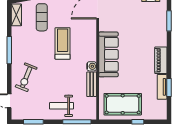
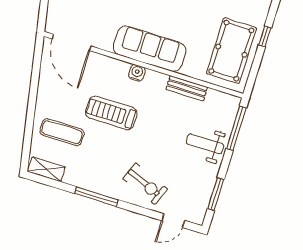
water cooler: (92, 66) -> (137, 73), moved
weight bench: (62, 106) -> (205, 144), turned 90

